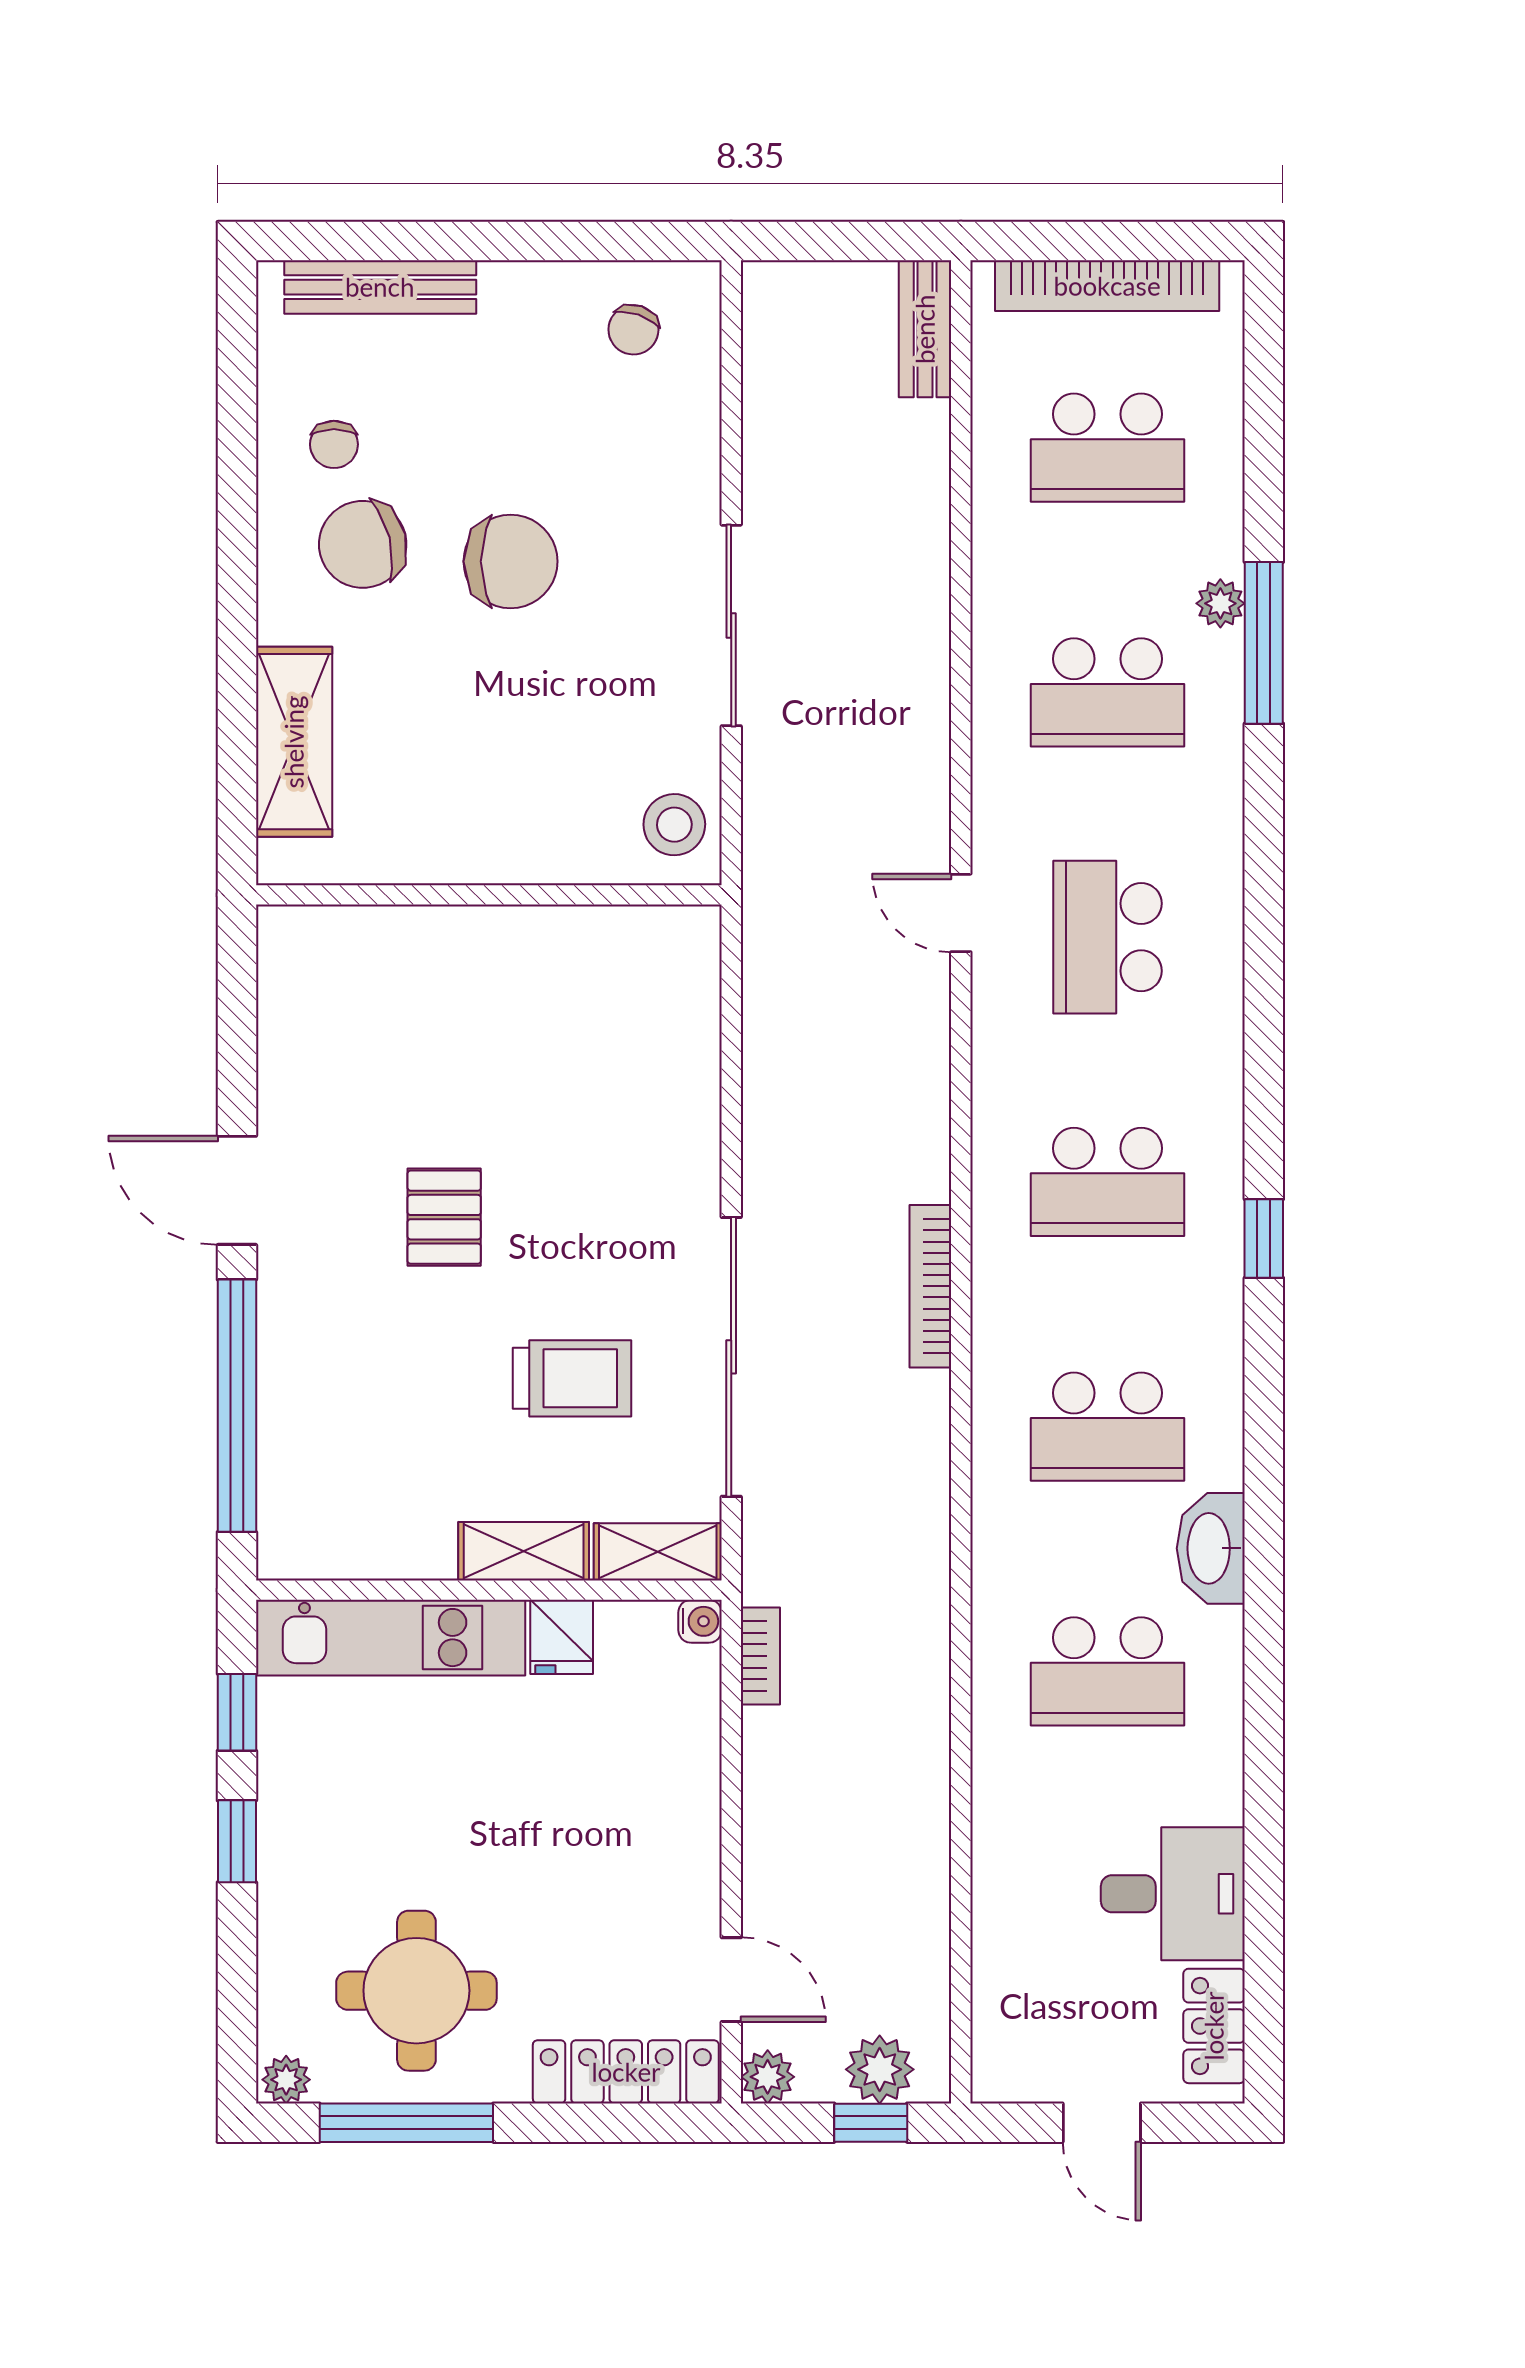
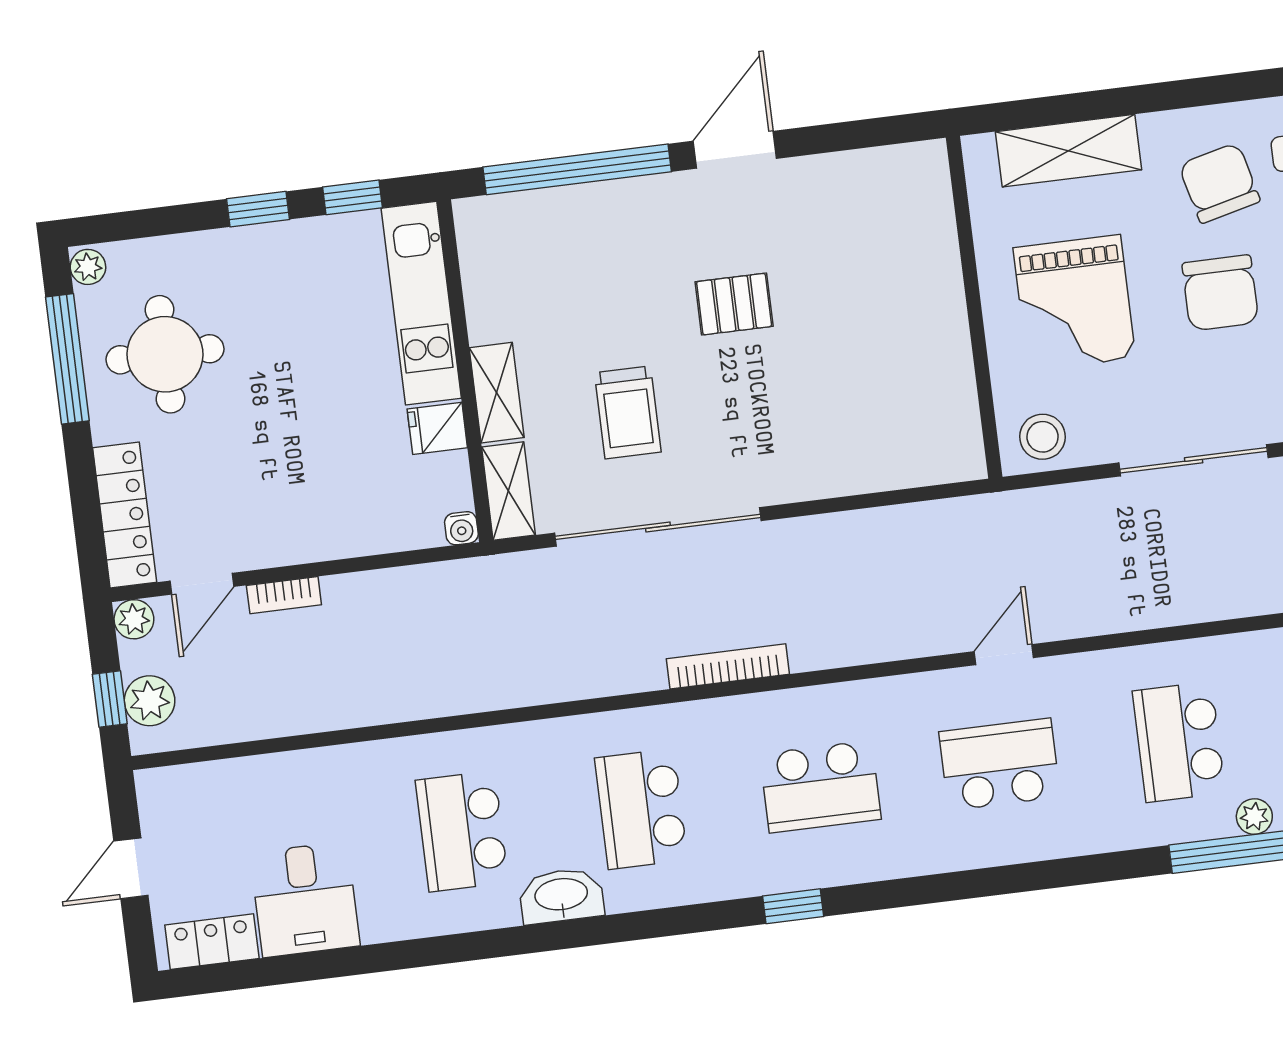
grand piano: (500, 759) -> (1074, 303), added
school desk: (1108, 1182) -> (820, 787), turned -90
bookcase: (760, 1656) -> (284, 595), moved

